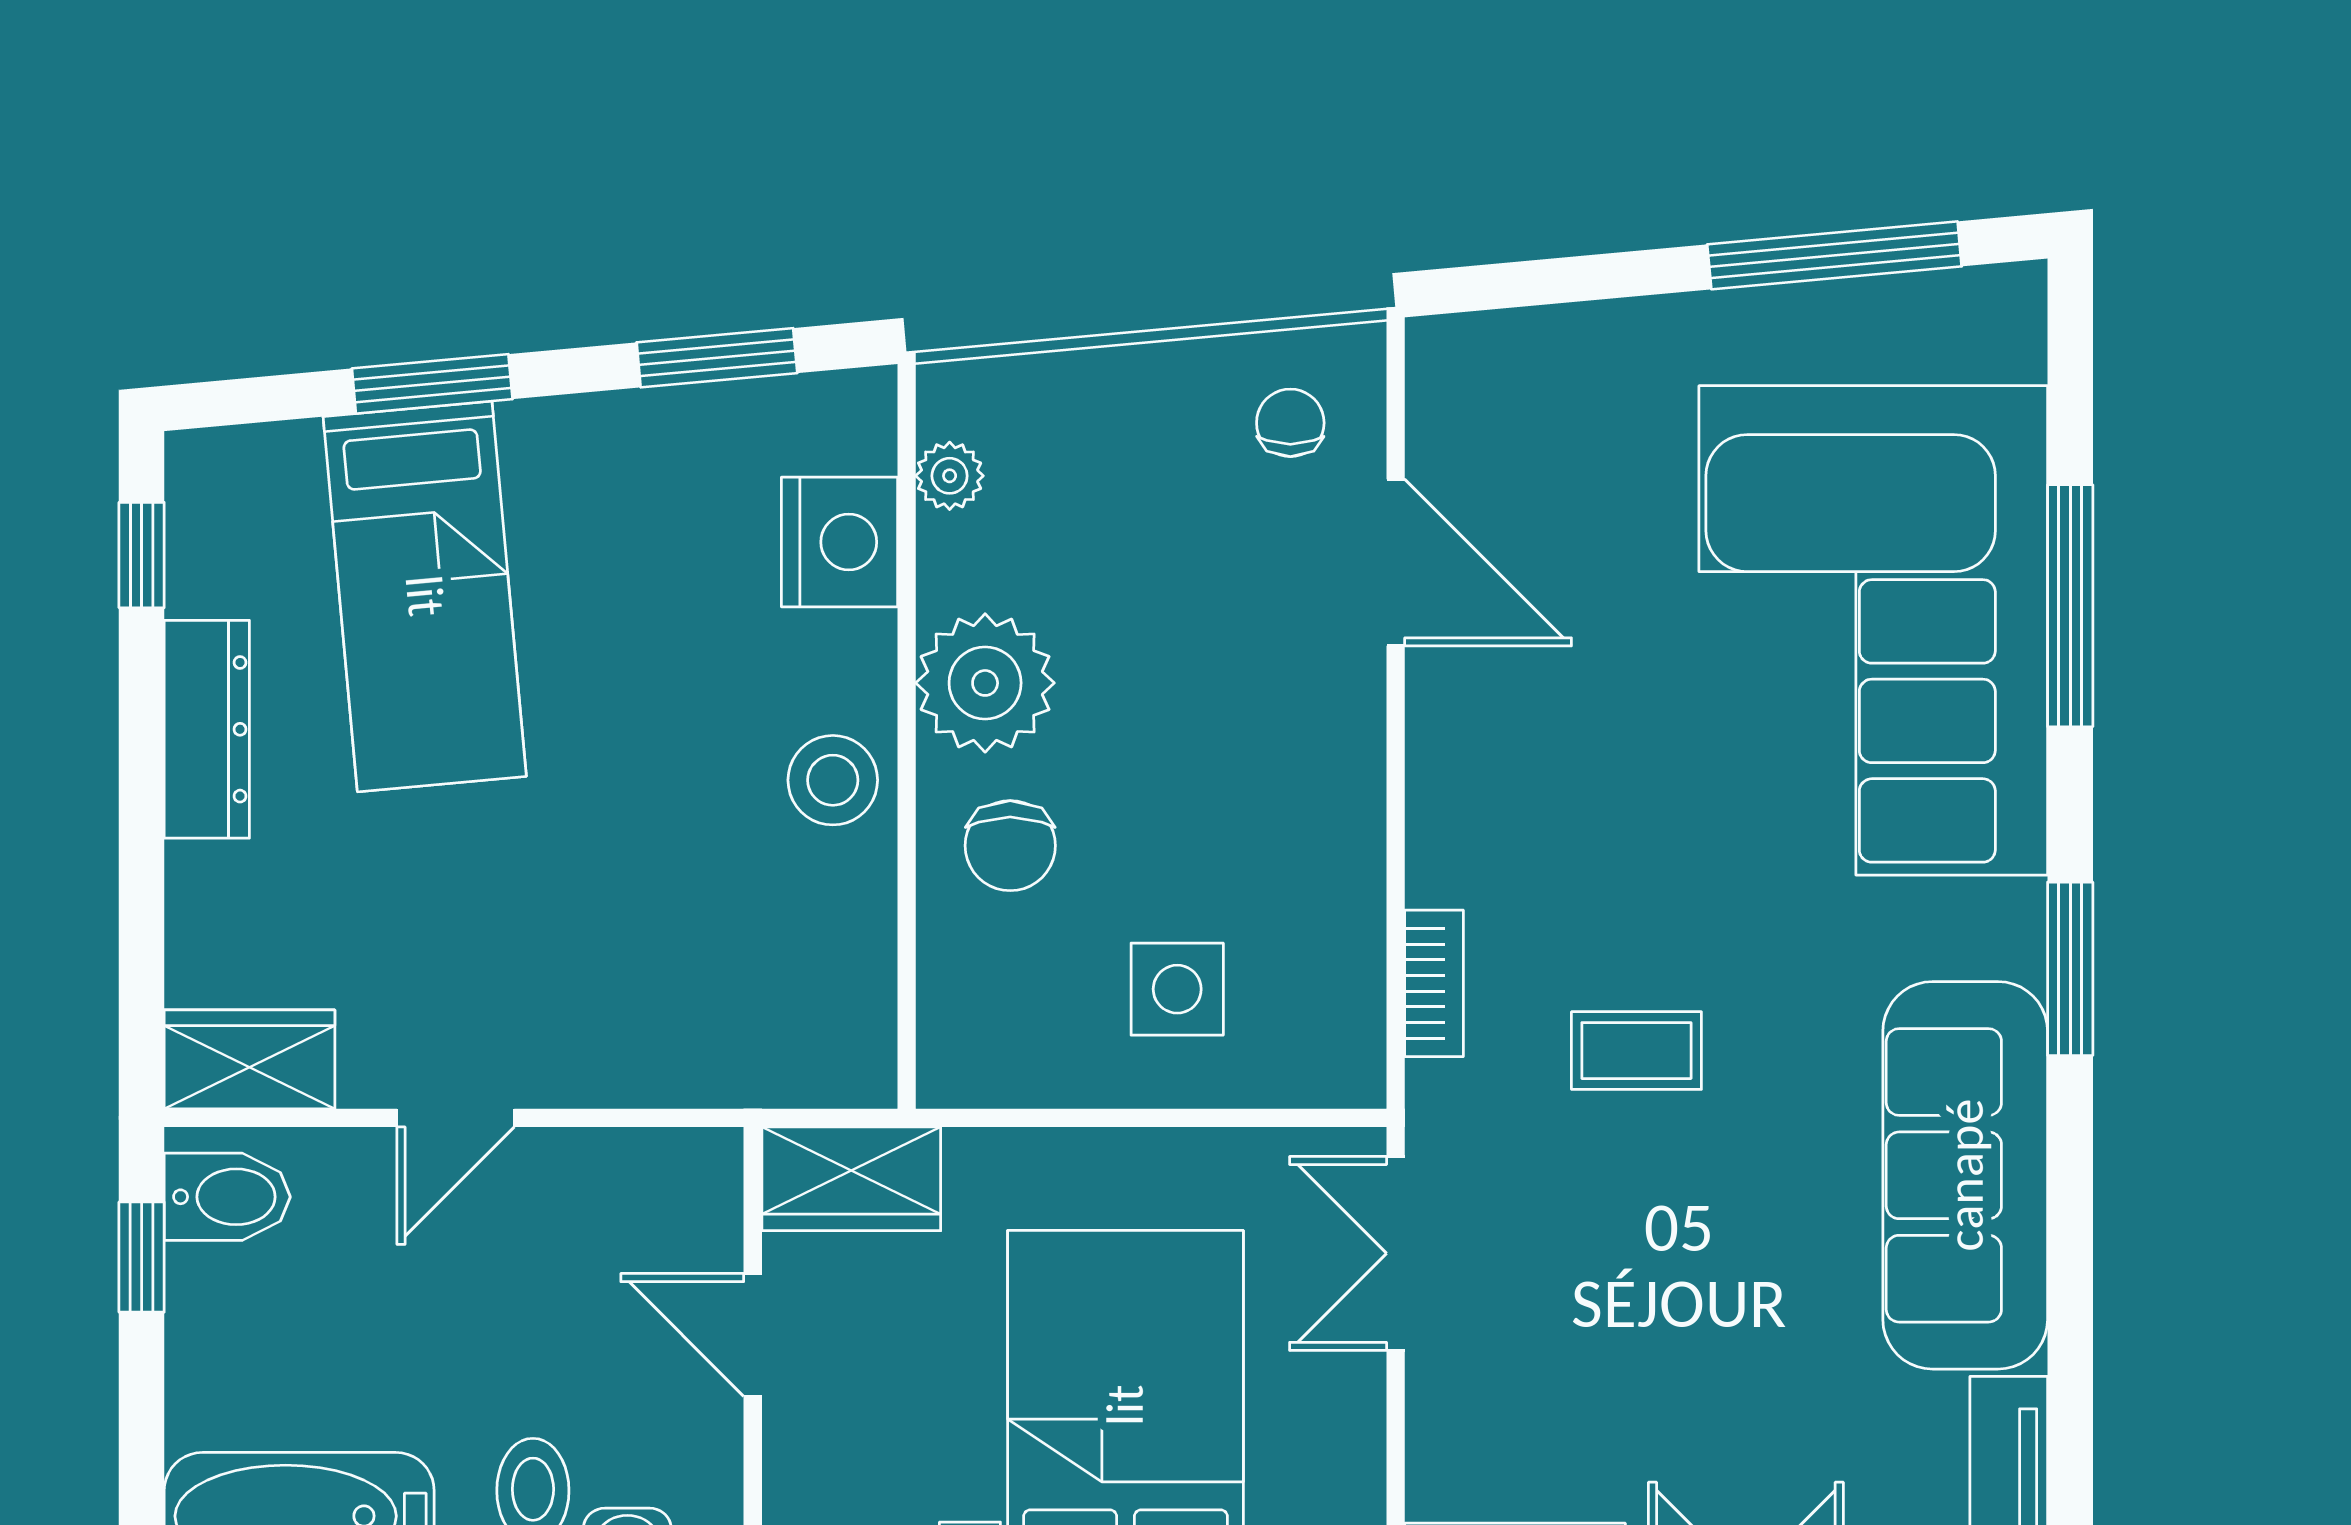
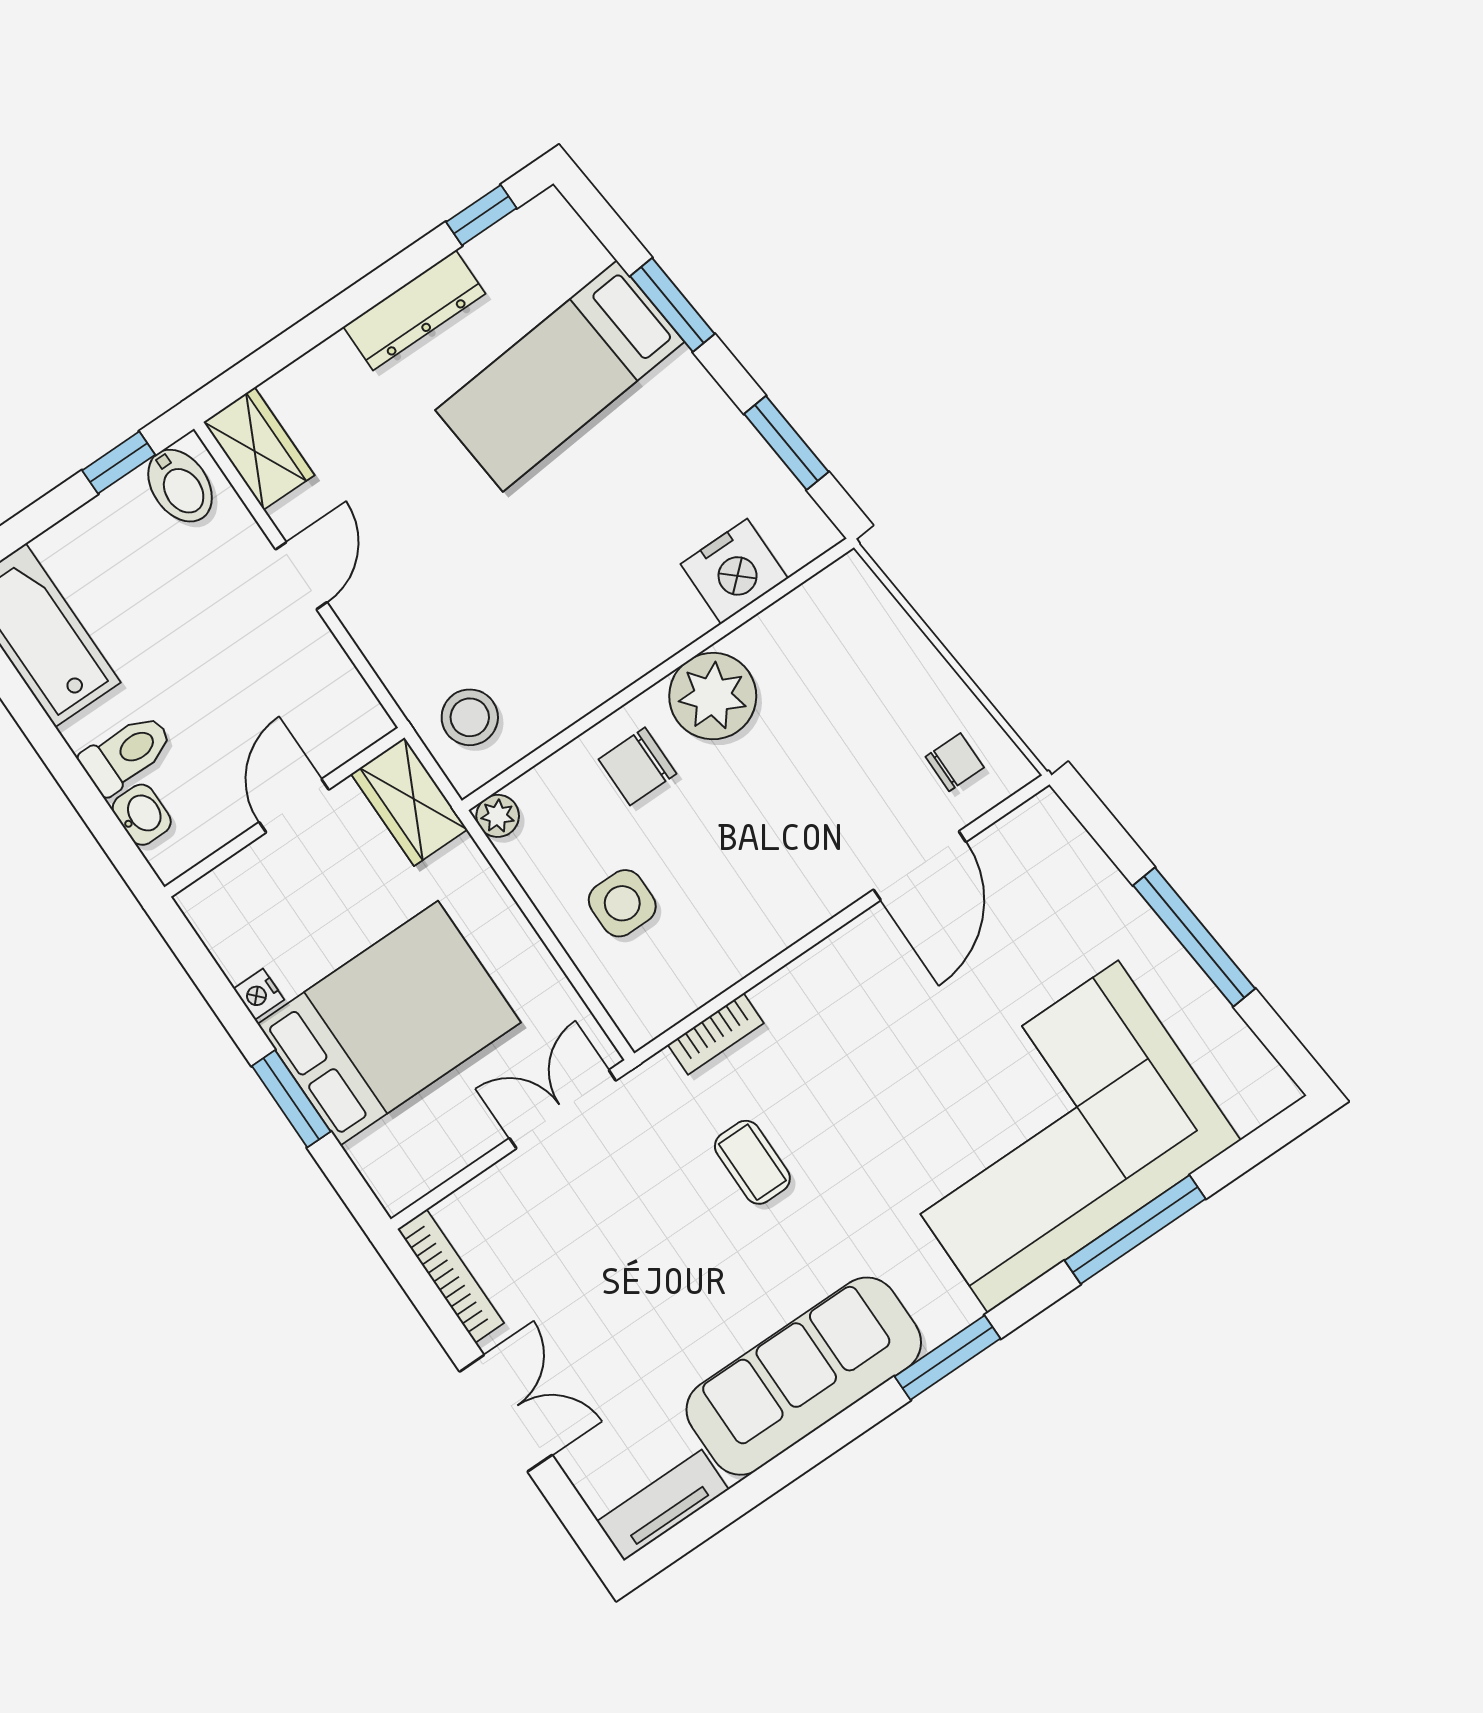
window: (1834, 255) -> (1194, 937), moved
plant: (950, 476) -> (498, 816), moved
stool: (833, 780) -> (470, 717), moved
door: (456, 1118) -> (301, 576), swing flipped

